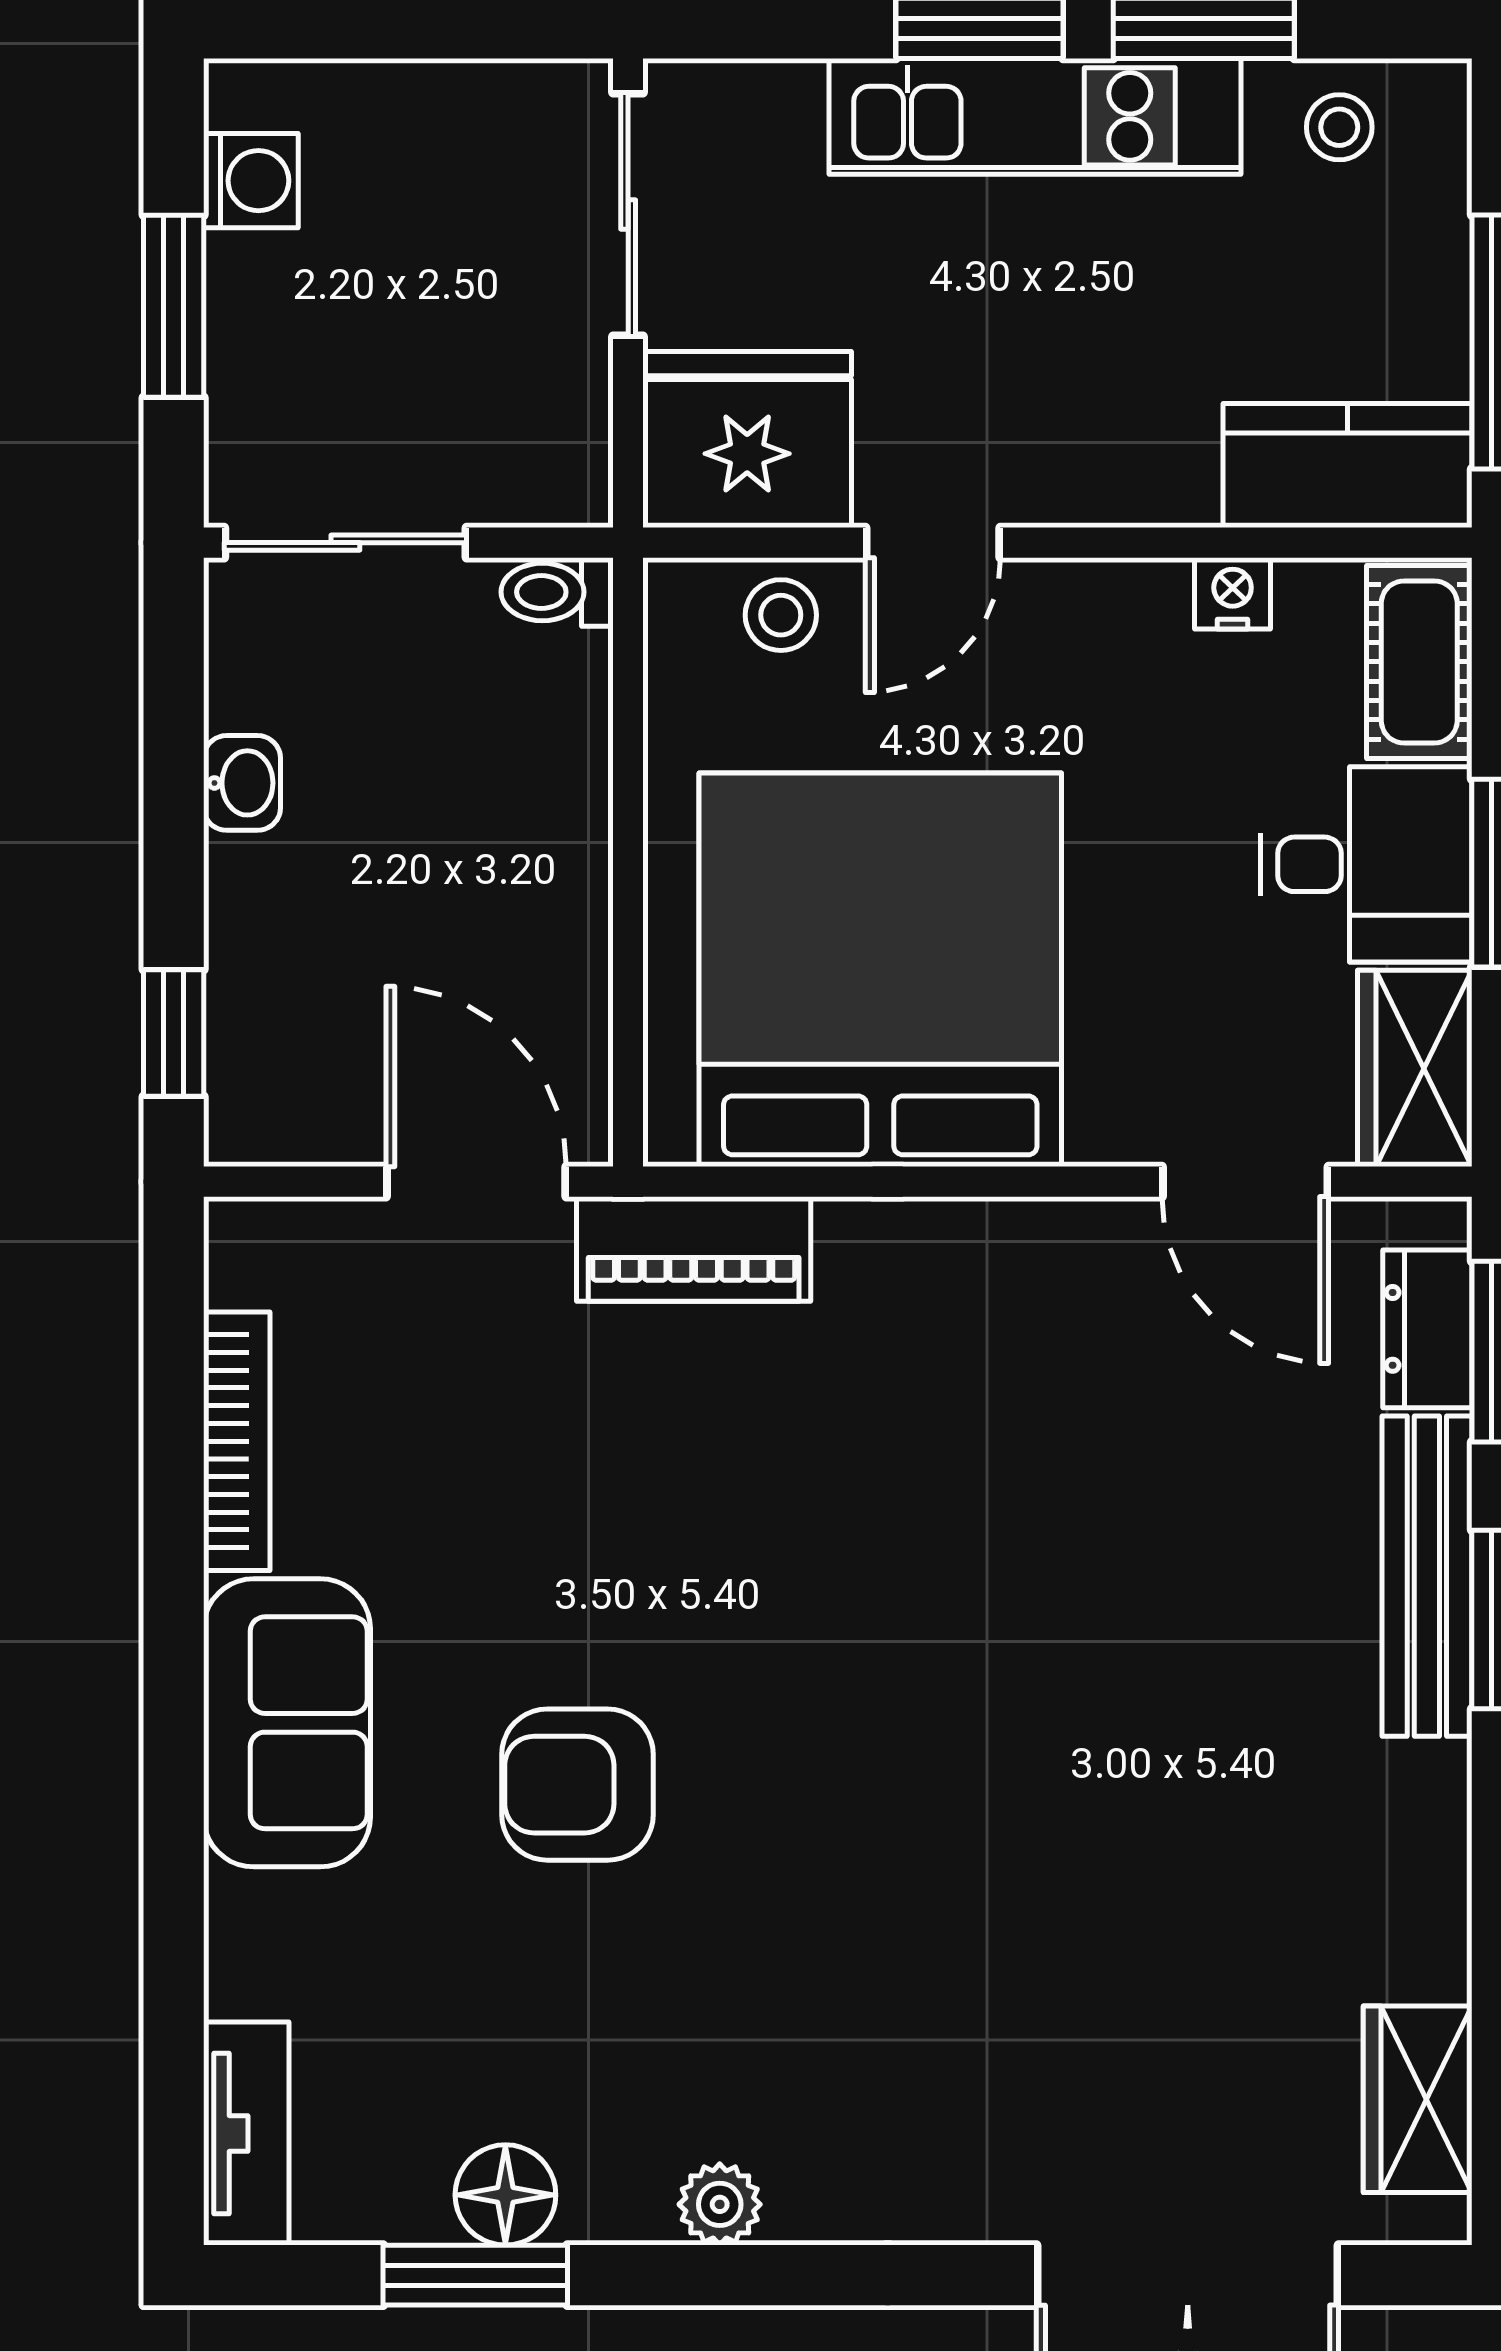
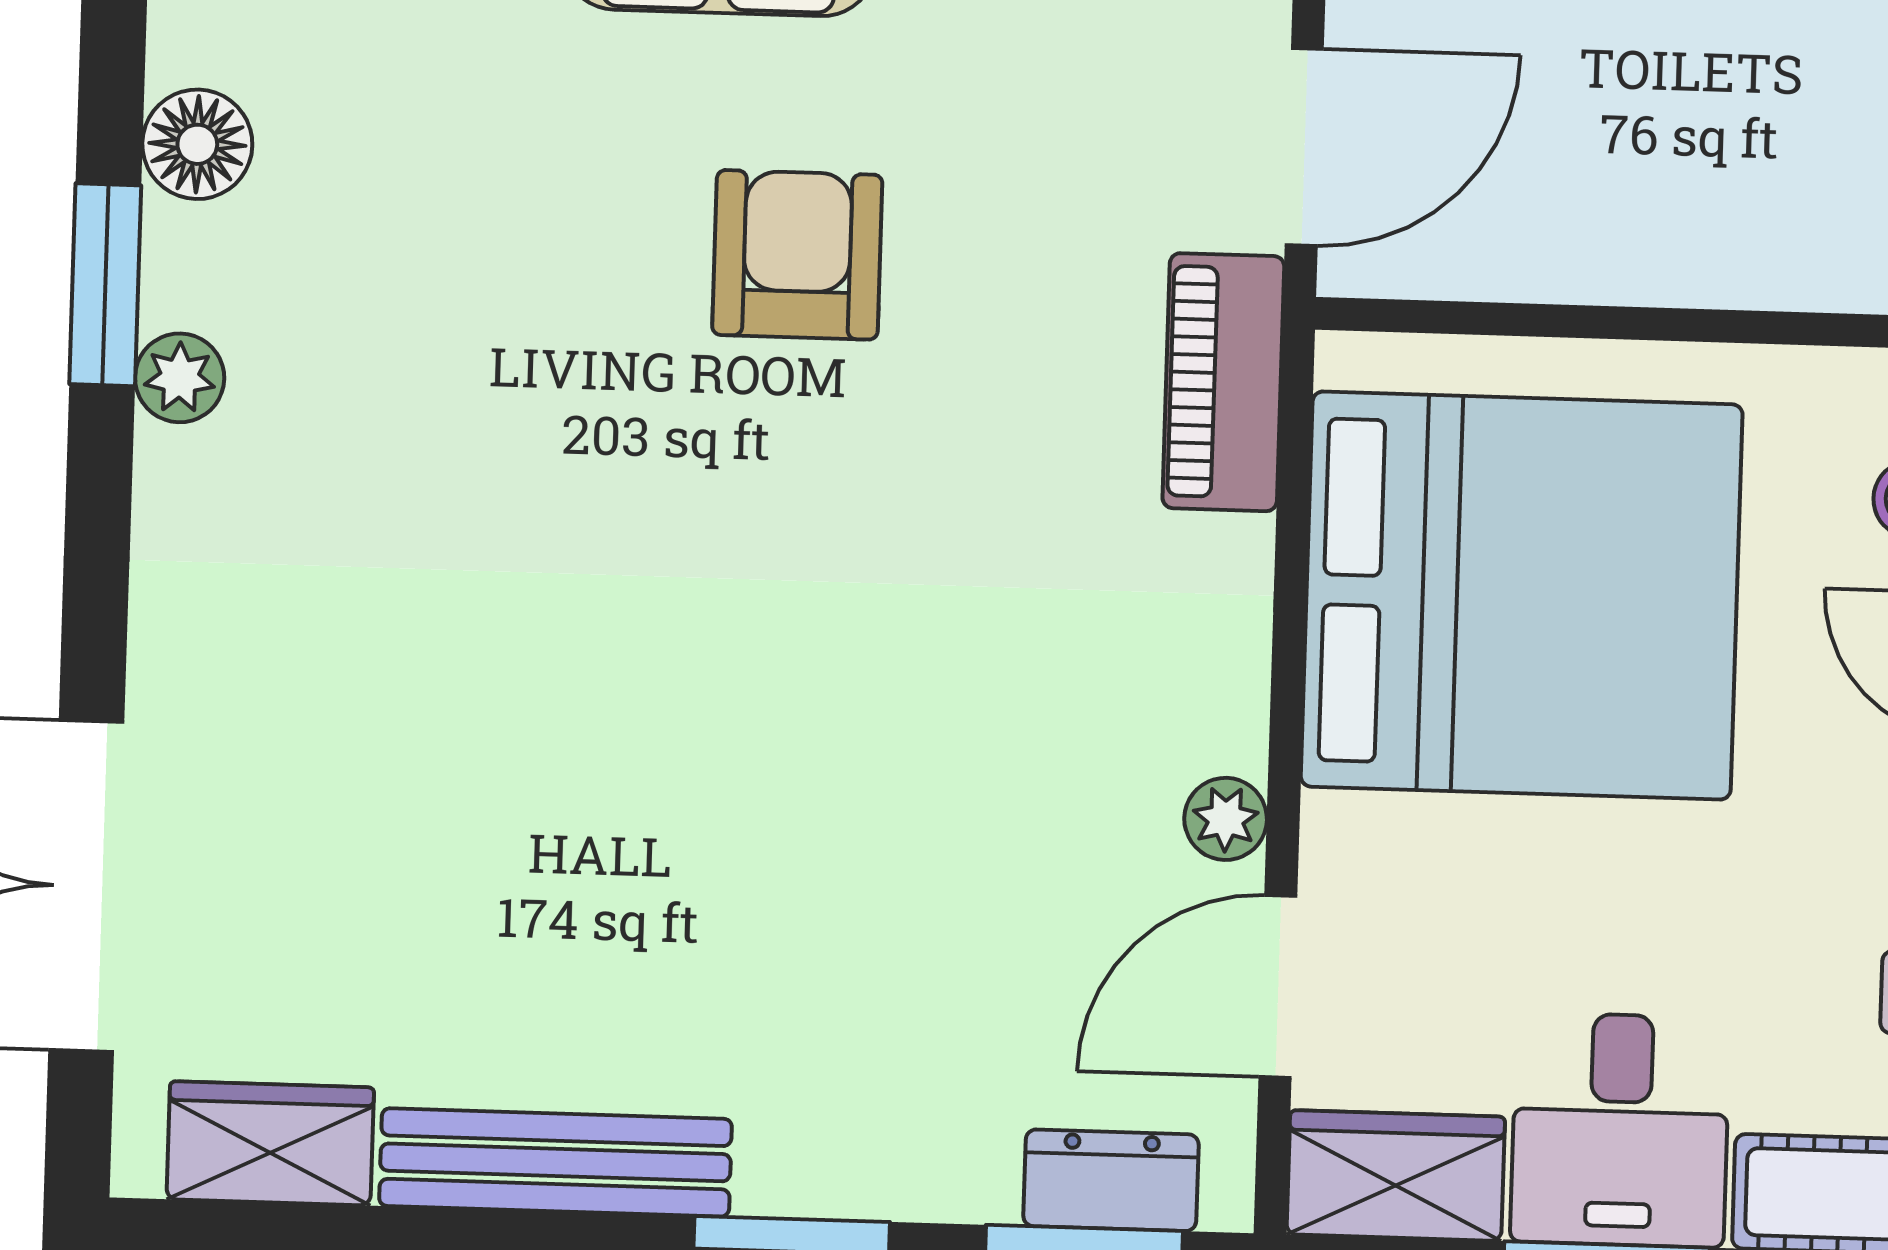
plant: (1093, 1234) -> (1226, 819), added
bench: (1427, 1576) -> (555, 1162), moved
armchair: (577, 1785) -> (797, 255), moved
window: (475, 2275) -> (105, 285), moved

